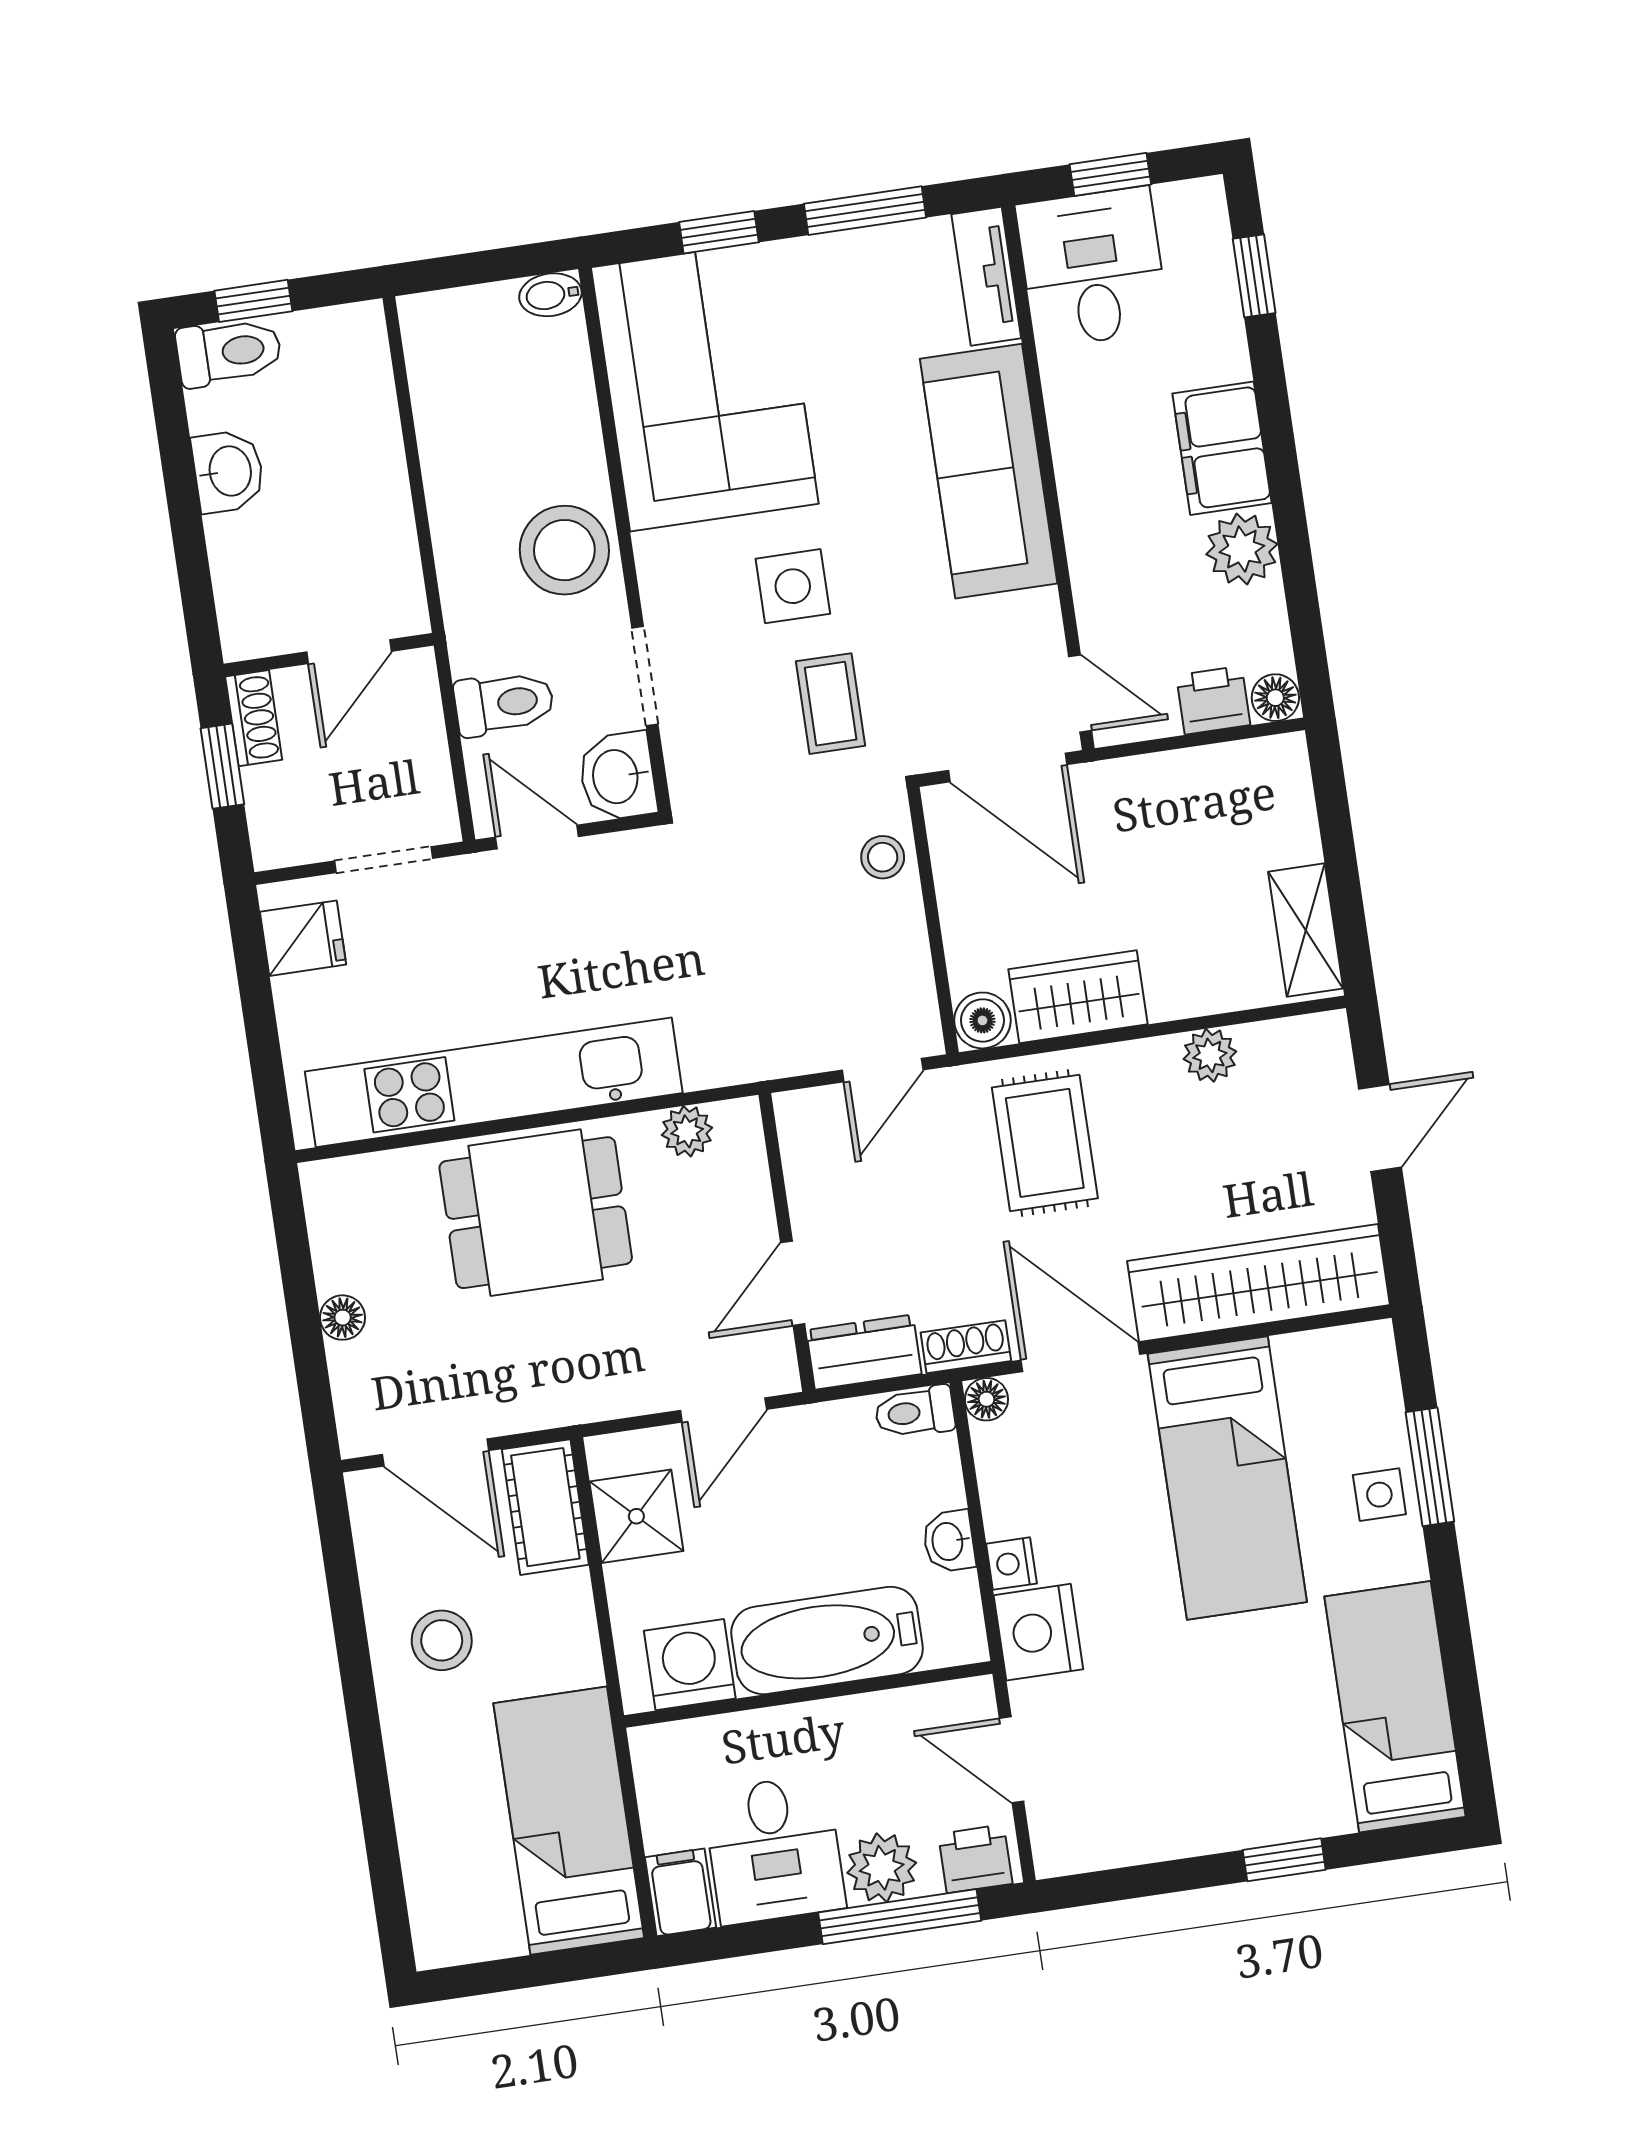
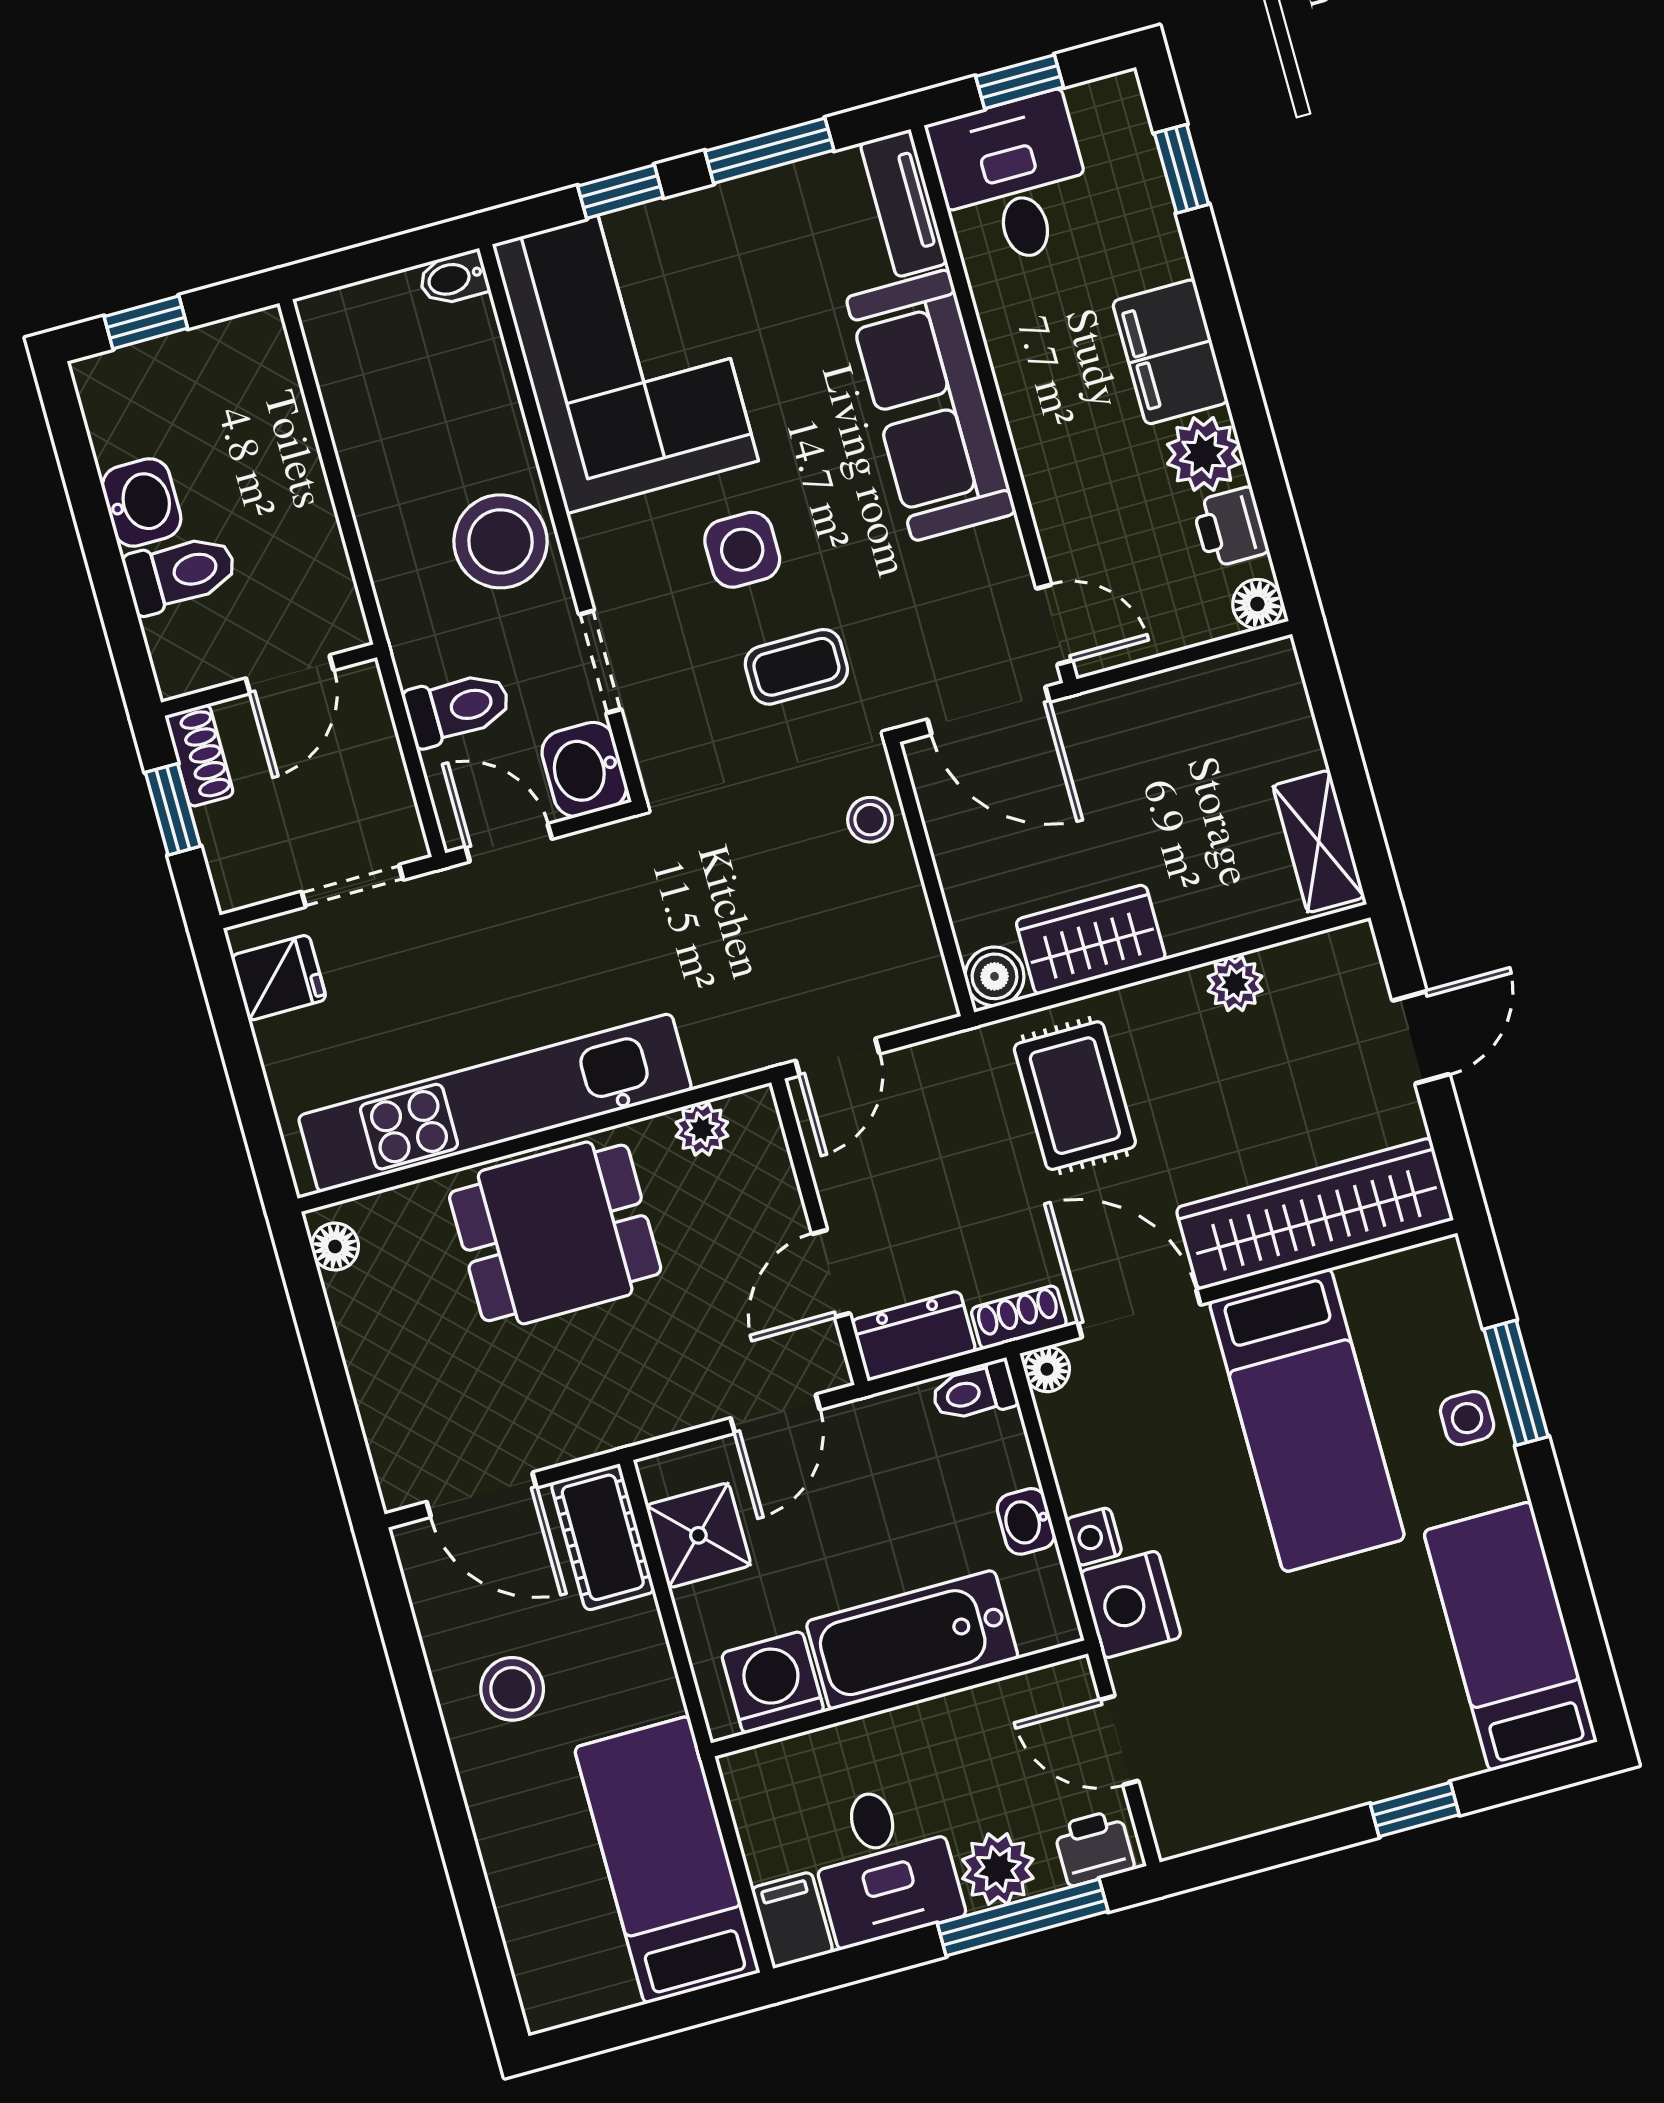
toilet: (229, 352) -> (181, 573), moved
printer: (1213, 700) -> (1230, 527), moved, turned -90
coffee table: (831, 704) -> (796, 667), turned 90
door: (883, 1070) -> (838, 1057), moved
floor lamp: (343, 1318) -> (335, 1246), moved

